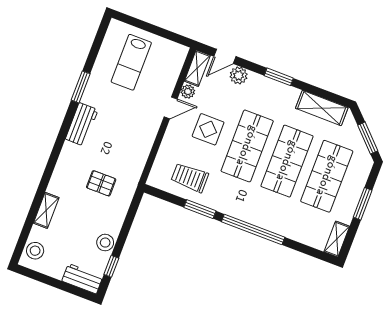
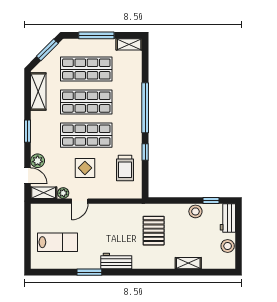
door: (171, 108) -> (80, 201), swing flipped
pallet: (101, 183) -> (154, 231), width x1.50, depth x1.42
window: (363, 204) -> (96, 35), width x1.44
window: (200, 209) -> (145, 152), width x0.67
stool: (35, 251) -> (228, 246), moved

